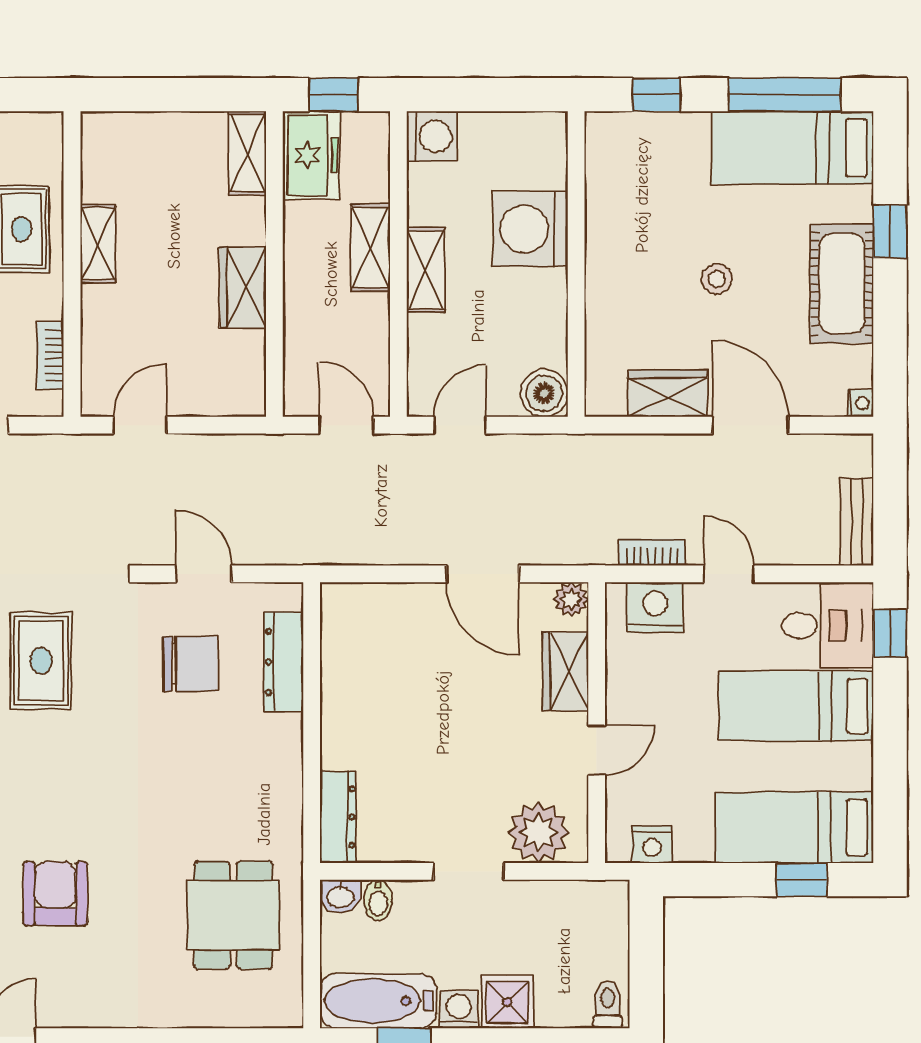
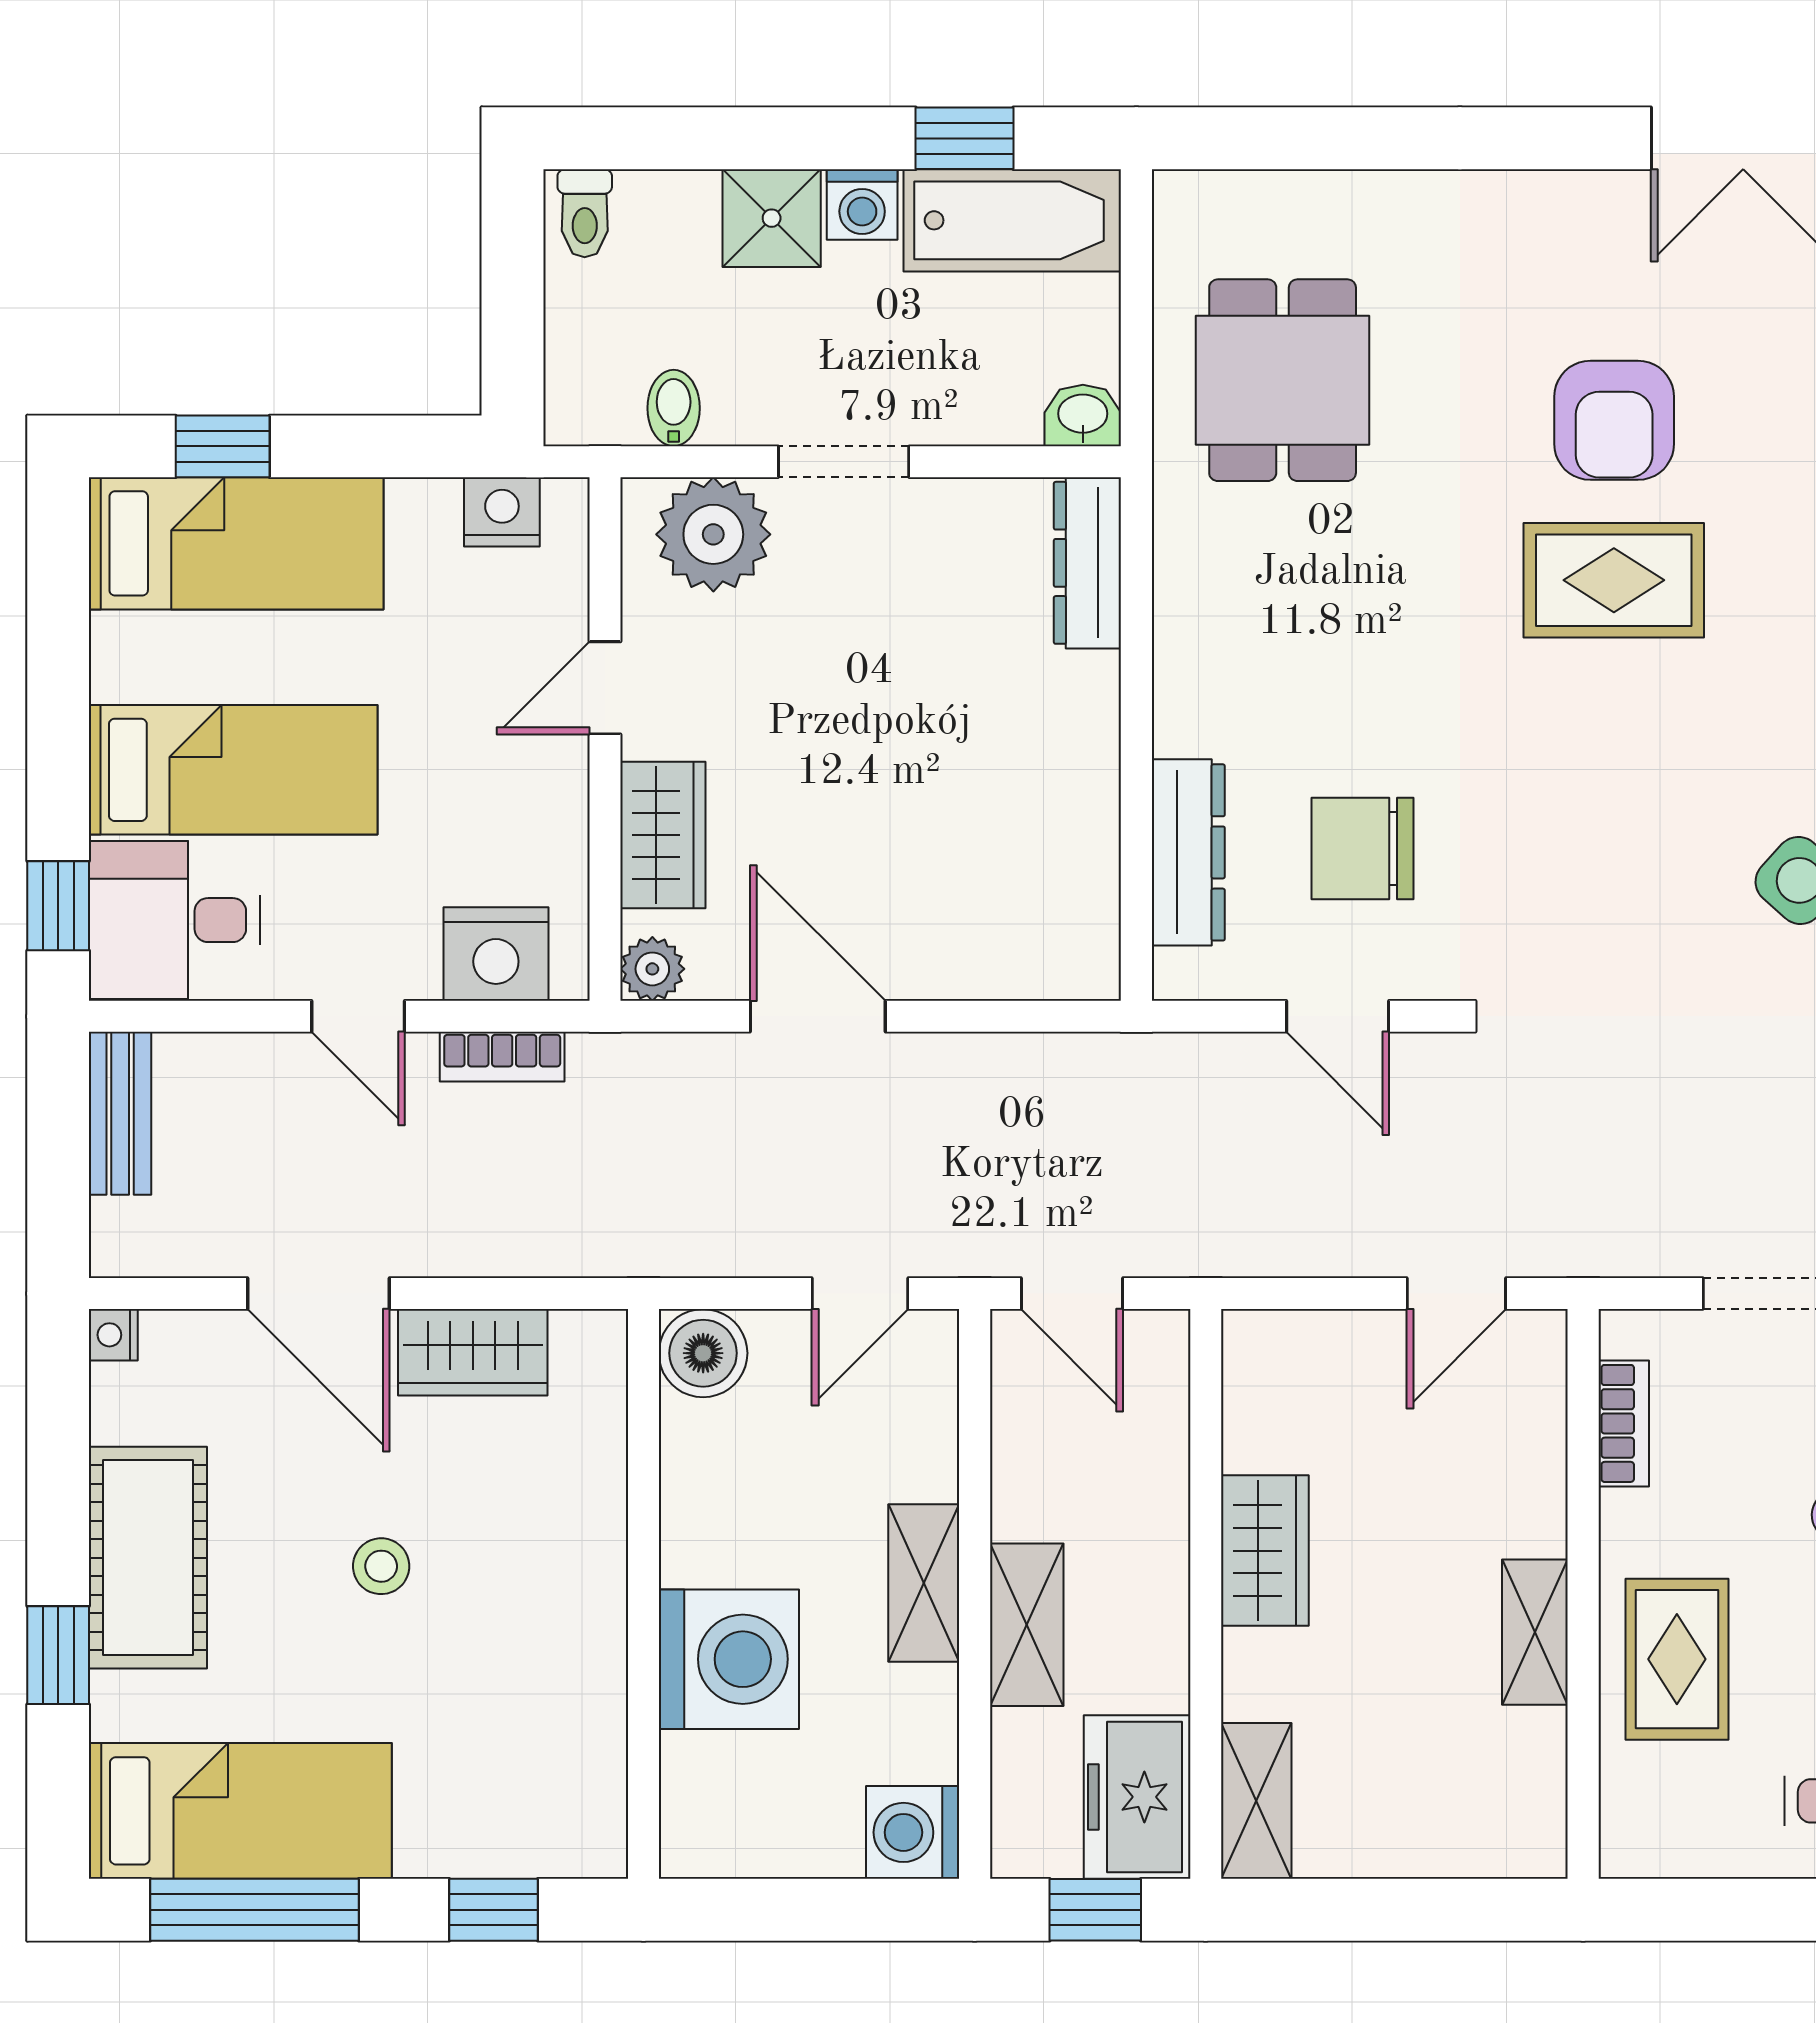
rug: (41, 661) -> (1614, 580), moved, turned 90
bidet: (378, 900) -> (674, 408), moved

